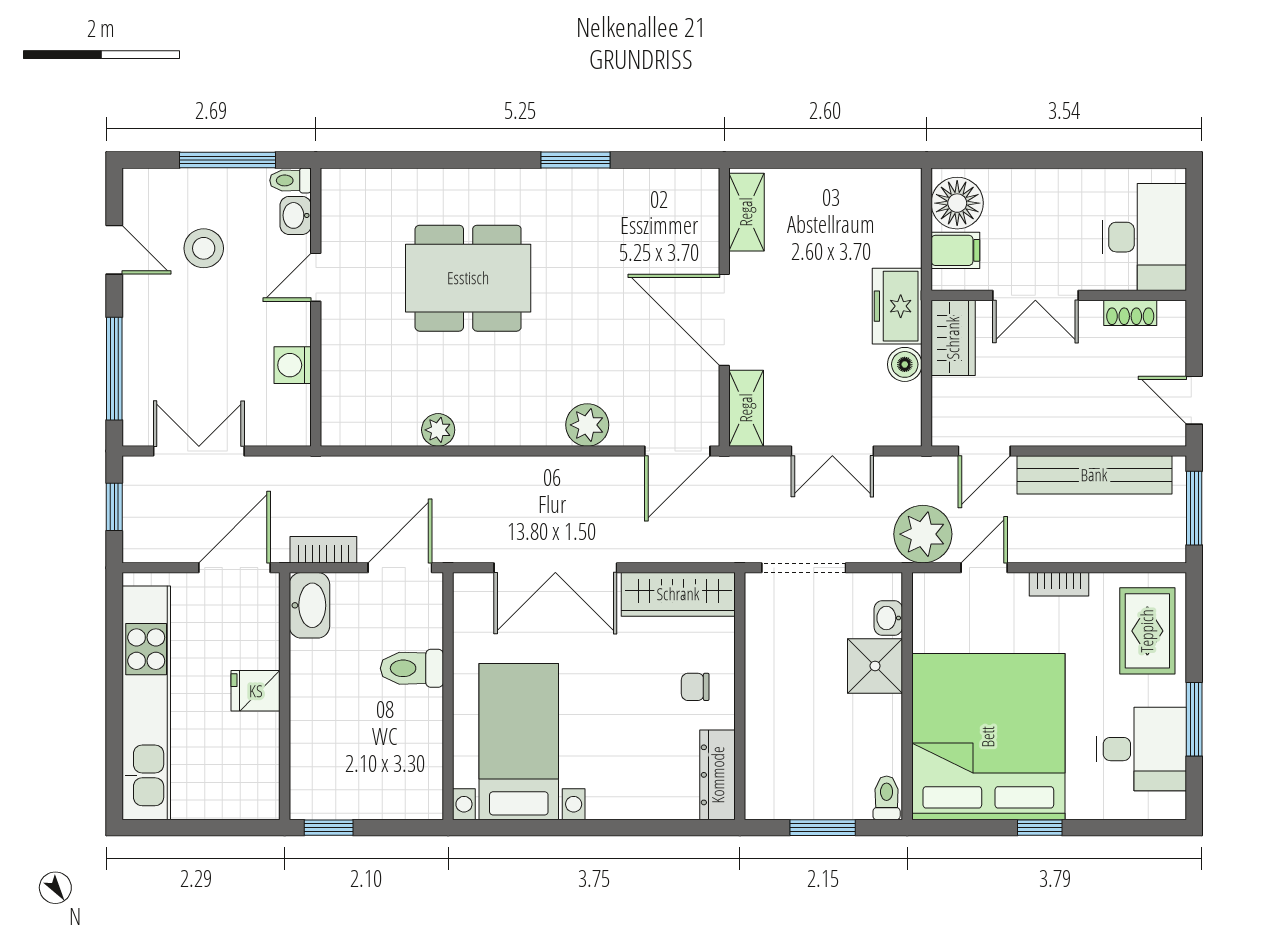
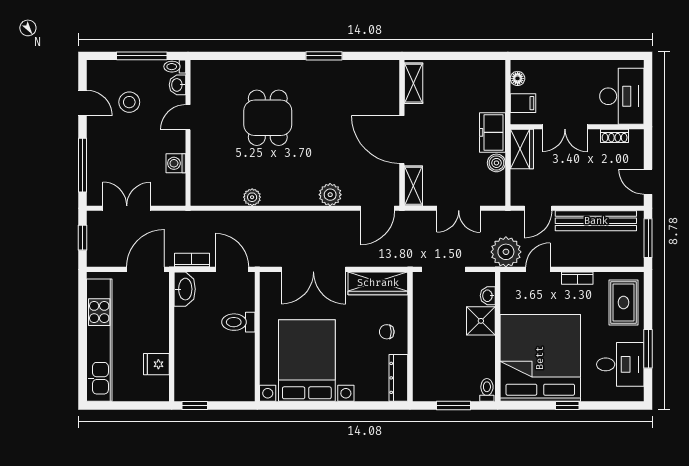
floor lamp: (957, 203) -> (518, 78), width x0.53, depth x0.53
dining table: (468, 278) -> (268, 118), width x0.73
door: (400, 568) -> (232, 269), hinge flipped
fridge: (256, 691) -> (156, 364), moved
bed with nightstands: (519, 742) -> (307, 360), width x1.36

